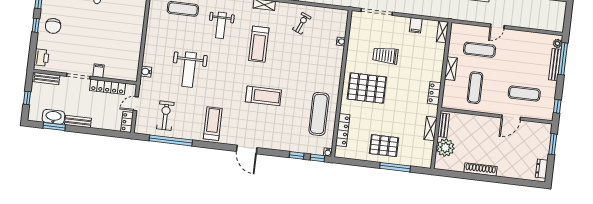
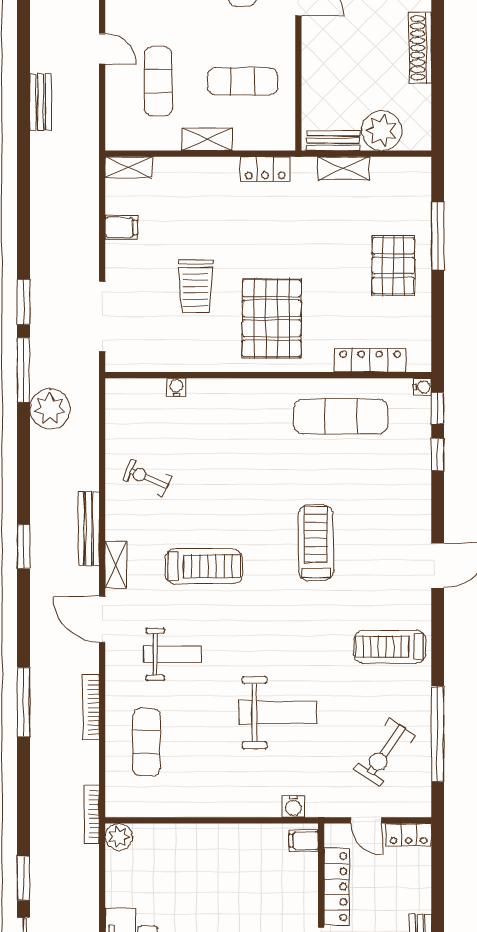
filing cabinet: (99, 71) -> (304, 841), moved
exercise bike: (165, 116) -> (385, 752), turned -55

